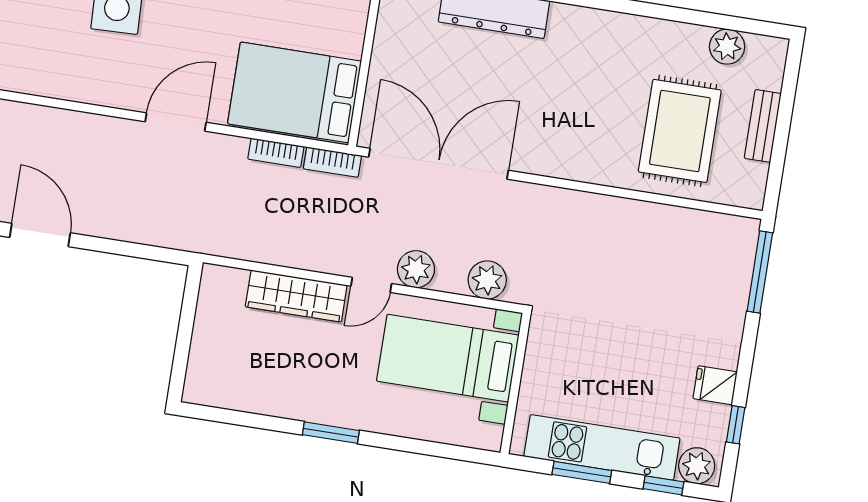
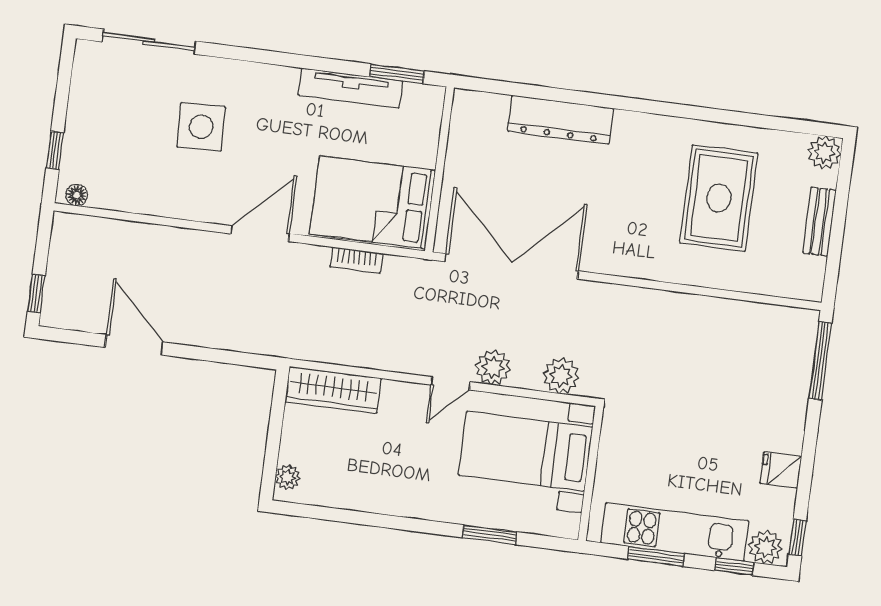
plant: (727, 47) -> (824, 152), moved
rug: (680, 131) -> (719, 198), moved
bookcase: (332, 162) -> (410, 268), removed
wardrobe: (296, 296) -> (333, 390), moved
plant: (198, 379) -> (288, 477), added
window: (736, 425) -> (797, 537), moved
window: (331, 433) -> (490, 535), moved

